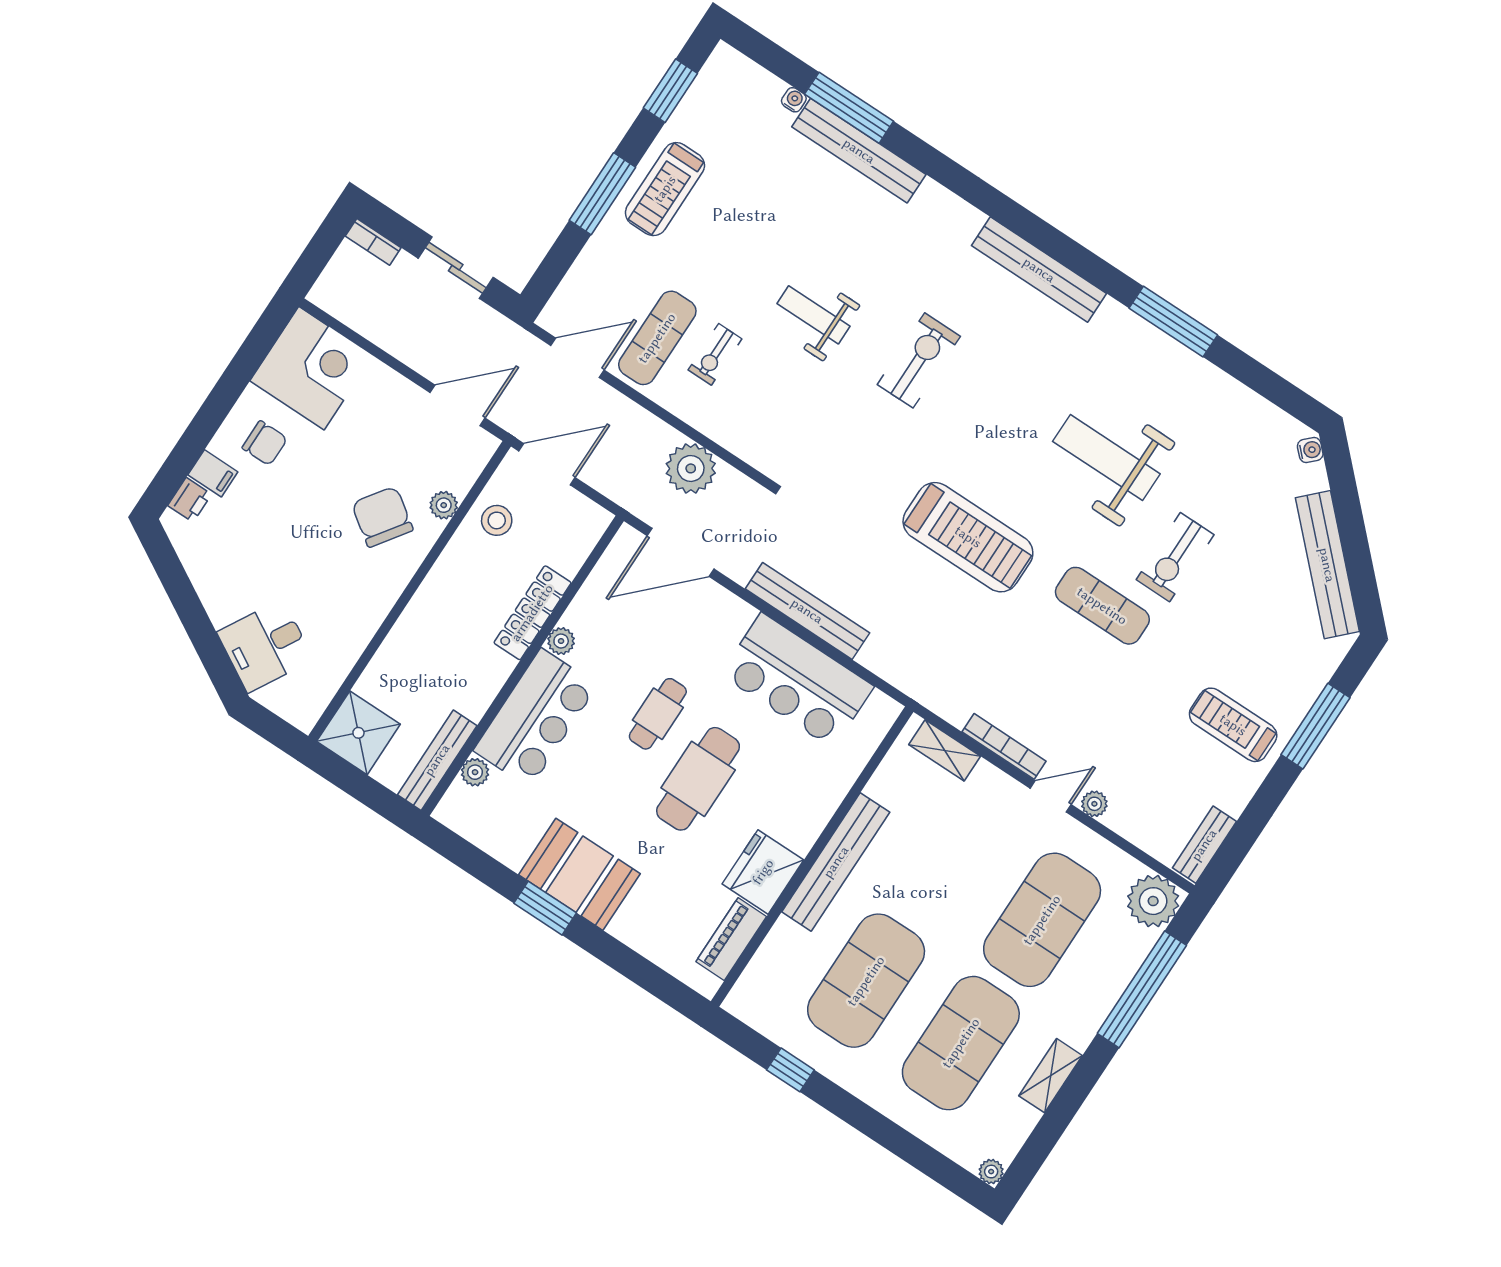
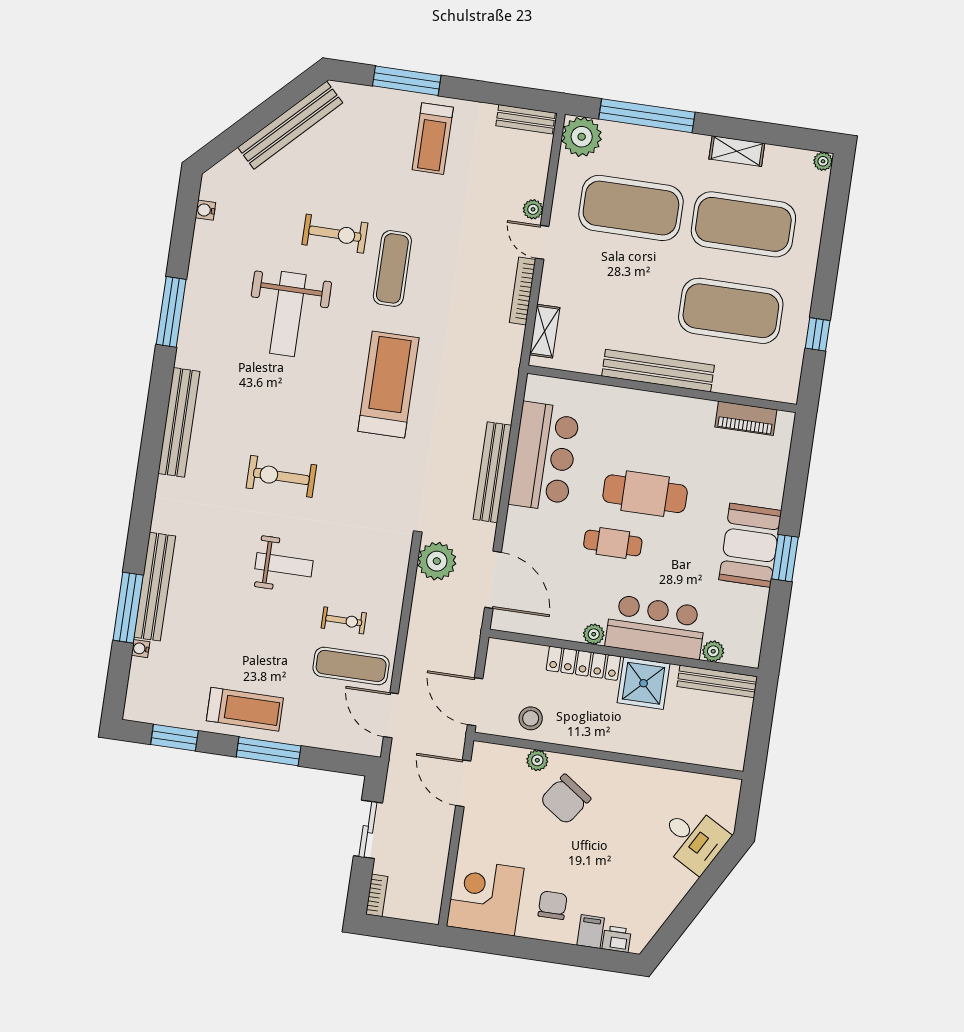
weight bench: (813, 315) -> (284, 565), turned -90
water cooler: (1310, 450) -> (205, 210), moved, turned -45
plant: (691, 468) -> (437, 561), moved
shower: (358, 733) -> (644, 683), moved
fridge: (763, 872) -> (689, 418), removed

